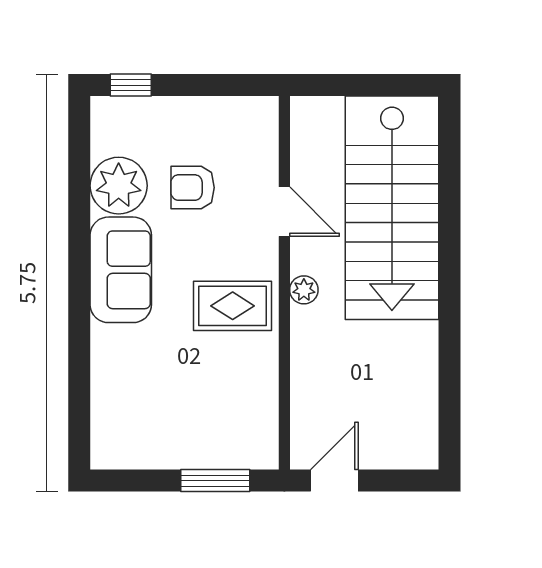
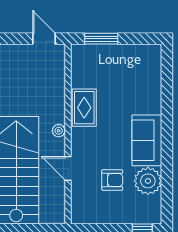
rug: (233, 306) -> (84, 108), moved, turned 90
door: (334, 481) -> (44, 39), swing flipped

